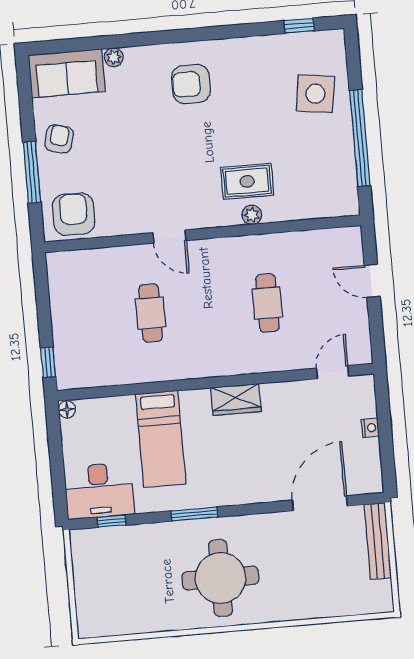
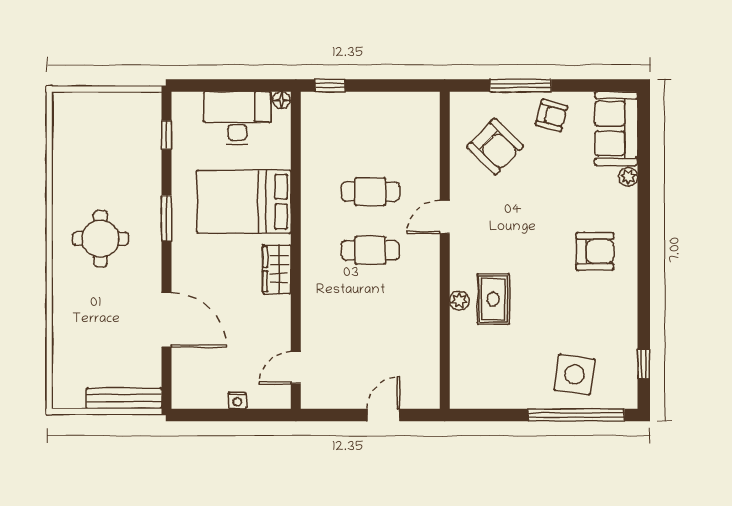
armchair: (191, 84) -> (595, 251), turned 90
window: (360, 138) -> (576, 415), moved
armchair: (74, 214) -> (495, 147), moved, turned 44
cafe table: (267, 303) -> (370, 250), moved
door: (333, 372) -> (296, 368), swing flipped
bed: (161, 439) -> (244, 202), width x1.50
desk: (99, 491) -> (237, 118), moved, turned 90
door: (320, 503) -> (166, 320), moved
round table: (220, 578) -> (100, 239), width x0.73, depth x0.73

